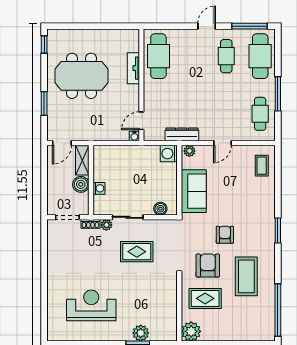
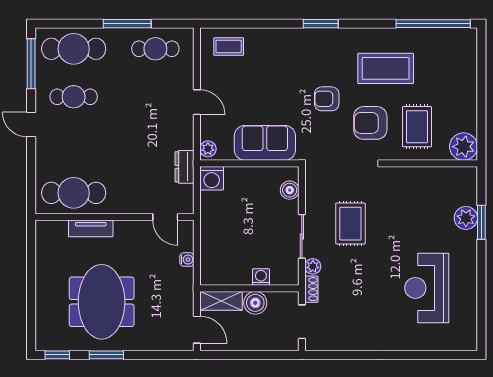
window: (44, 103) -> (106, 355), moved
dresser: (182, 134) -> (185, 167), width x0.70
water cooler: (134, 136) -> (187, 260), moved

